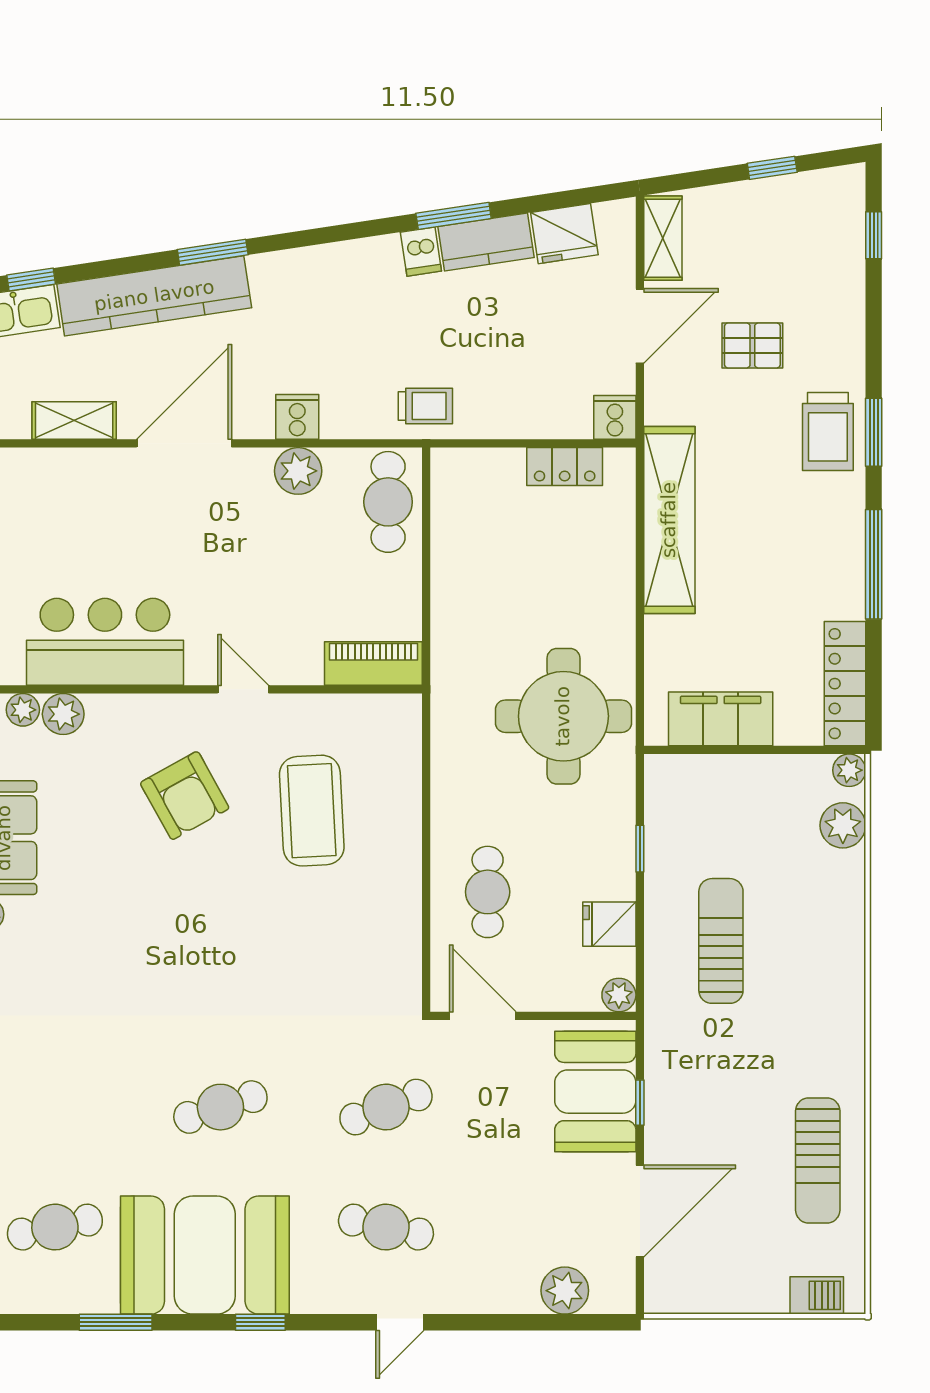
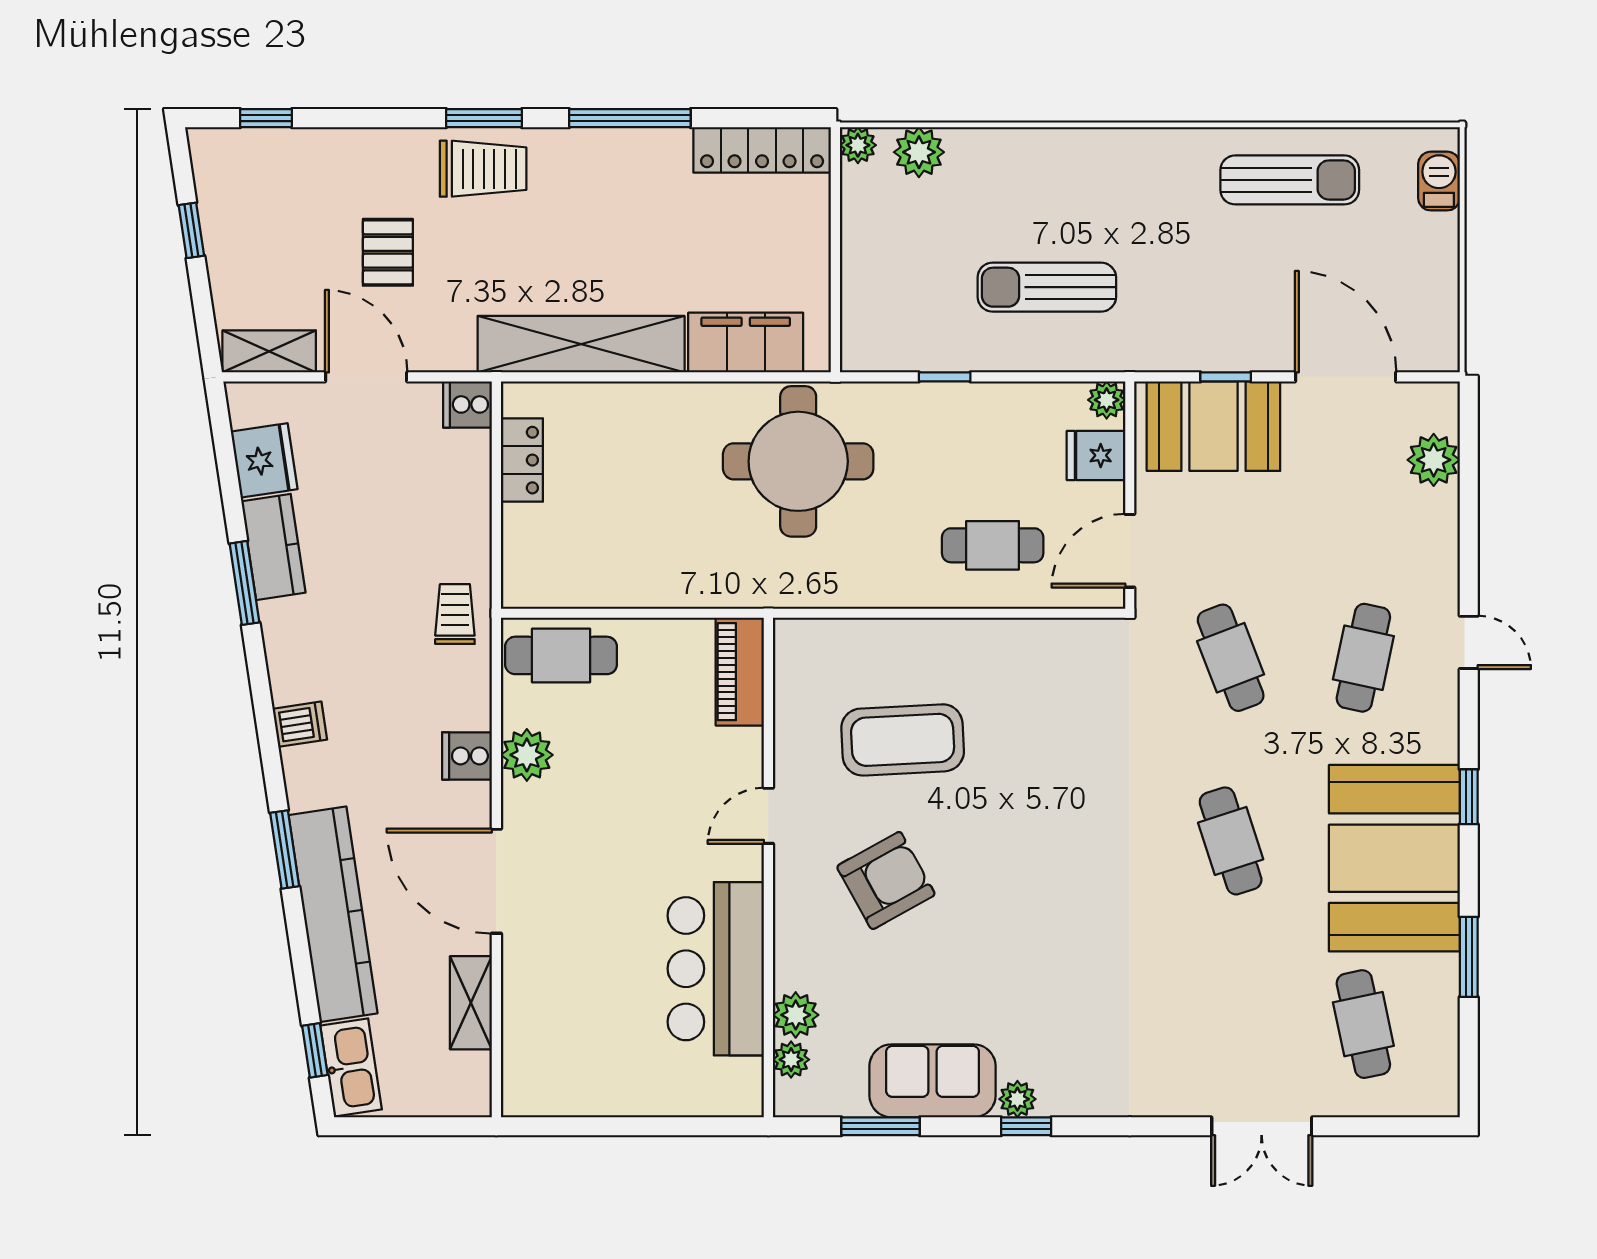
dishwasher: (421, 252) -> (300, 724), moved
filing cabinet: (721, 719) -> (746, 343), moved, turned 90
fridge: (609, 924) -> (1096, 455), moved, turned 90

